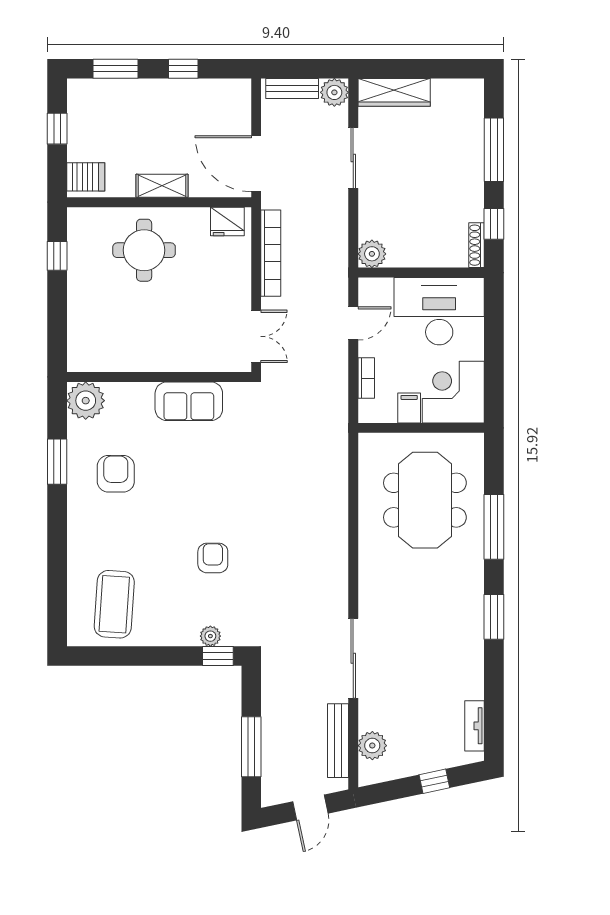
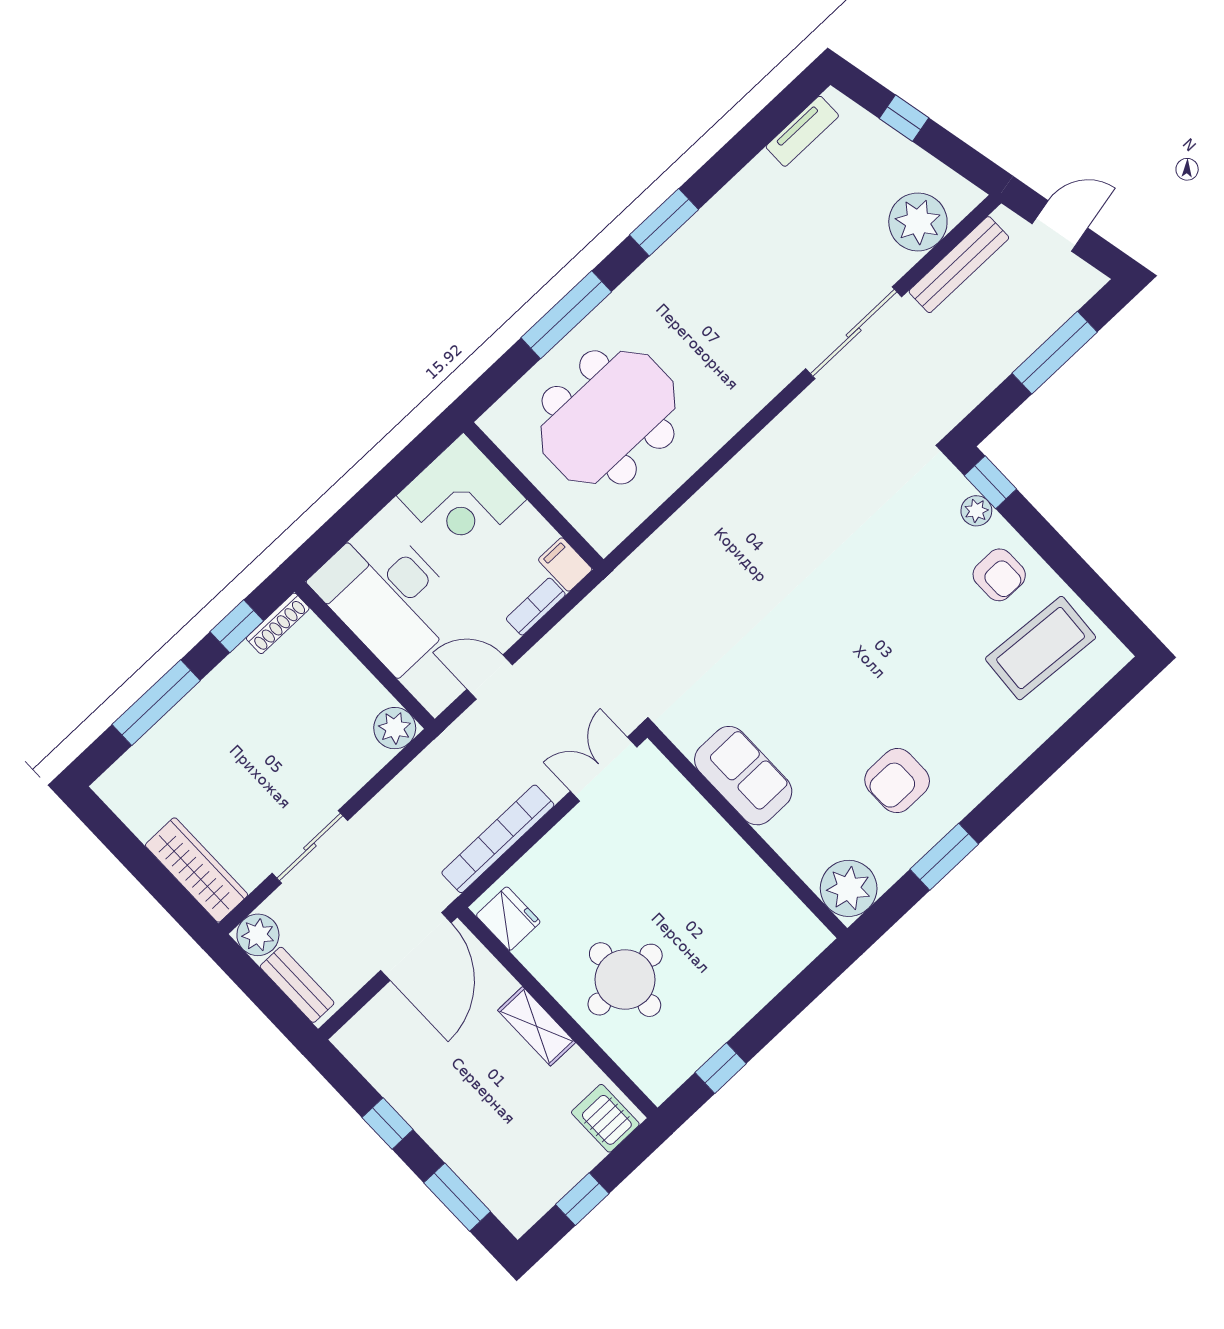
filing cabinet: (409, 408) -> (565, 565), moved, turned 90
armchair: (213, 558) -> (999, 575), moved, turned -90
plant: (372, 746) -> (918, 222), width x1.36, depth x1.36

